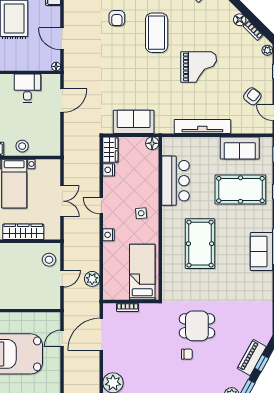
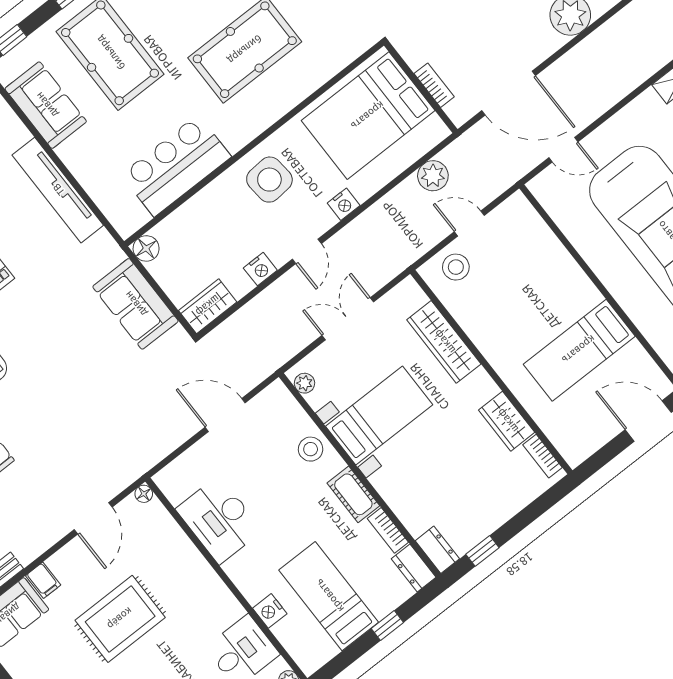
desk: (27, 88) -> (219, 520), width x1.37
door: (62, 100) -> (225, 415), moved
plant: (50, 164) -> (305, 383), added
nightstand: (109, 170) -> (260, 269), moved
side table: (141, 213) -> (269, 180), width x1.87, depth x1.87
bed: (142, 272) -> (368, 116), width x1.50

